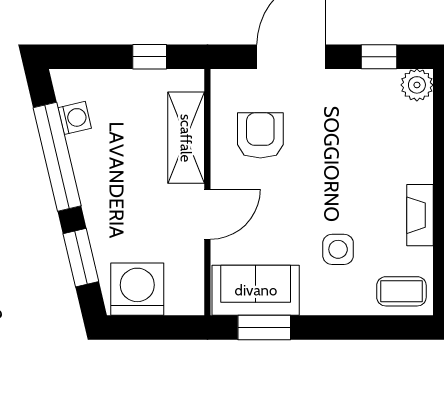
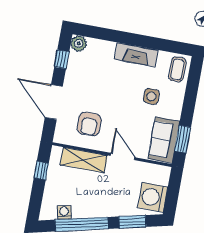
armchair: (260, 135) -> (89, 124), turned -90
fireplace: (420, 215) -> (136, 55), width x1.37, depth x1.32

